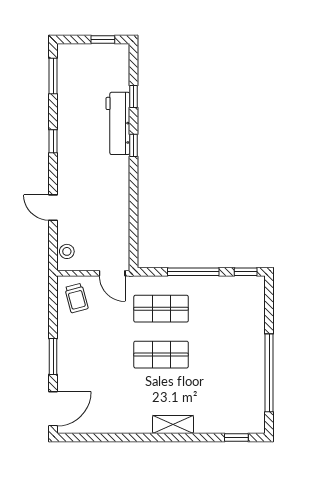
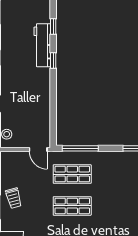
window: (193, 272) -> (80, 148), moved
trolley: (76, 298) -> (14, 198), moved

